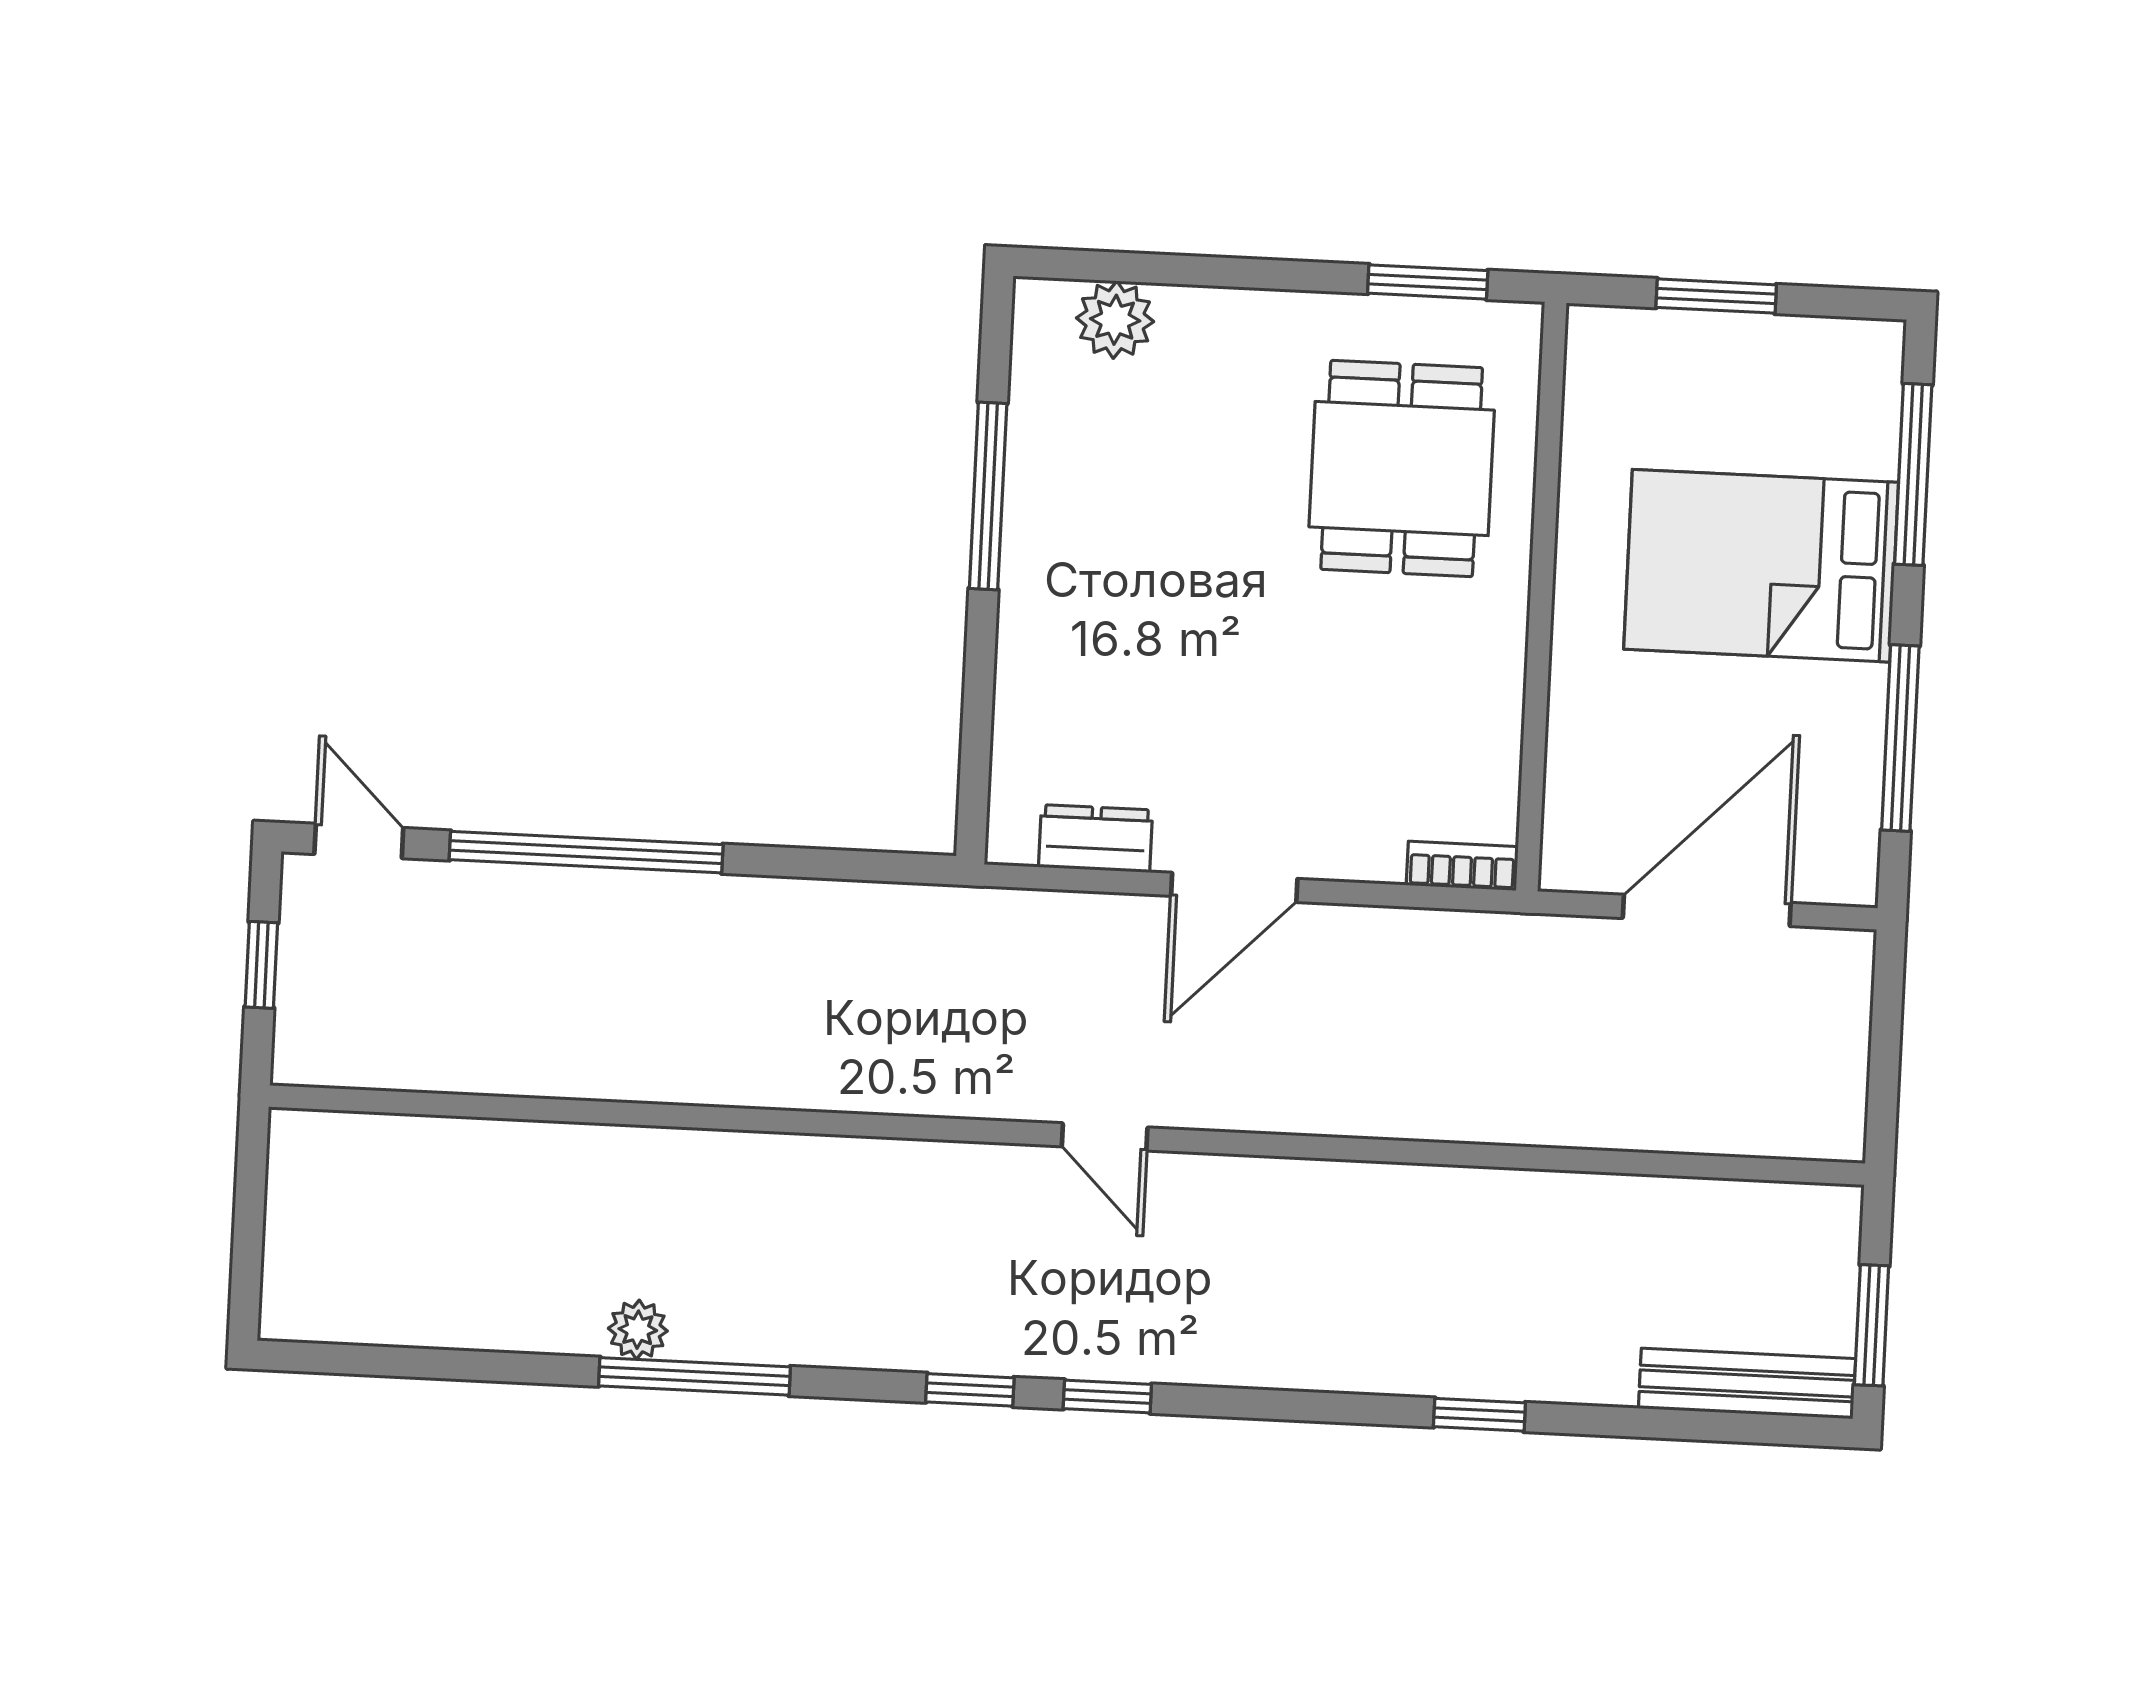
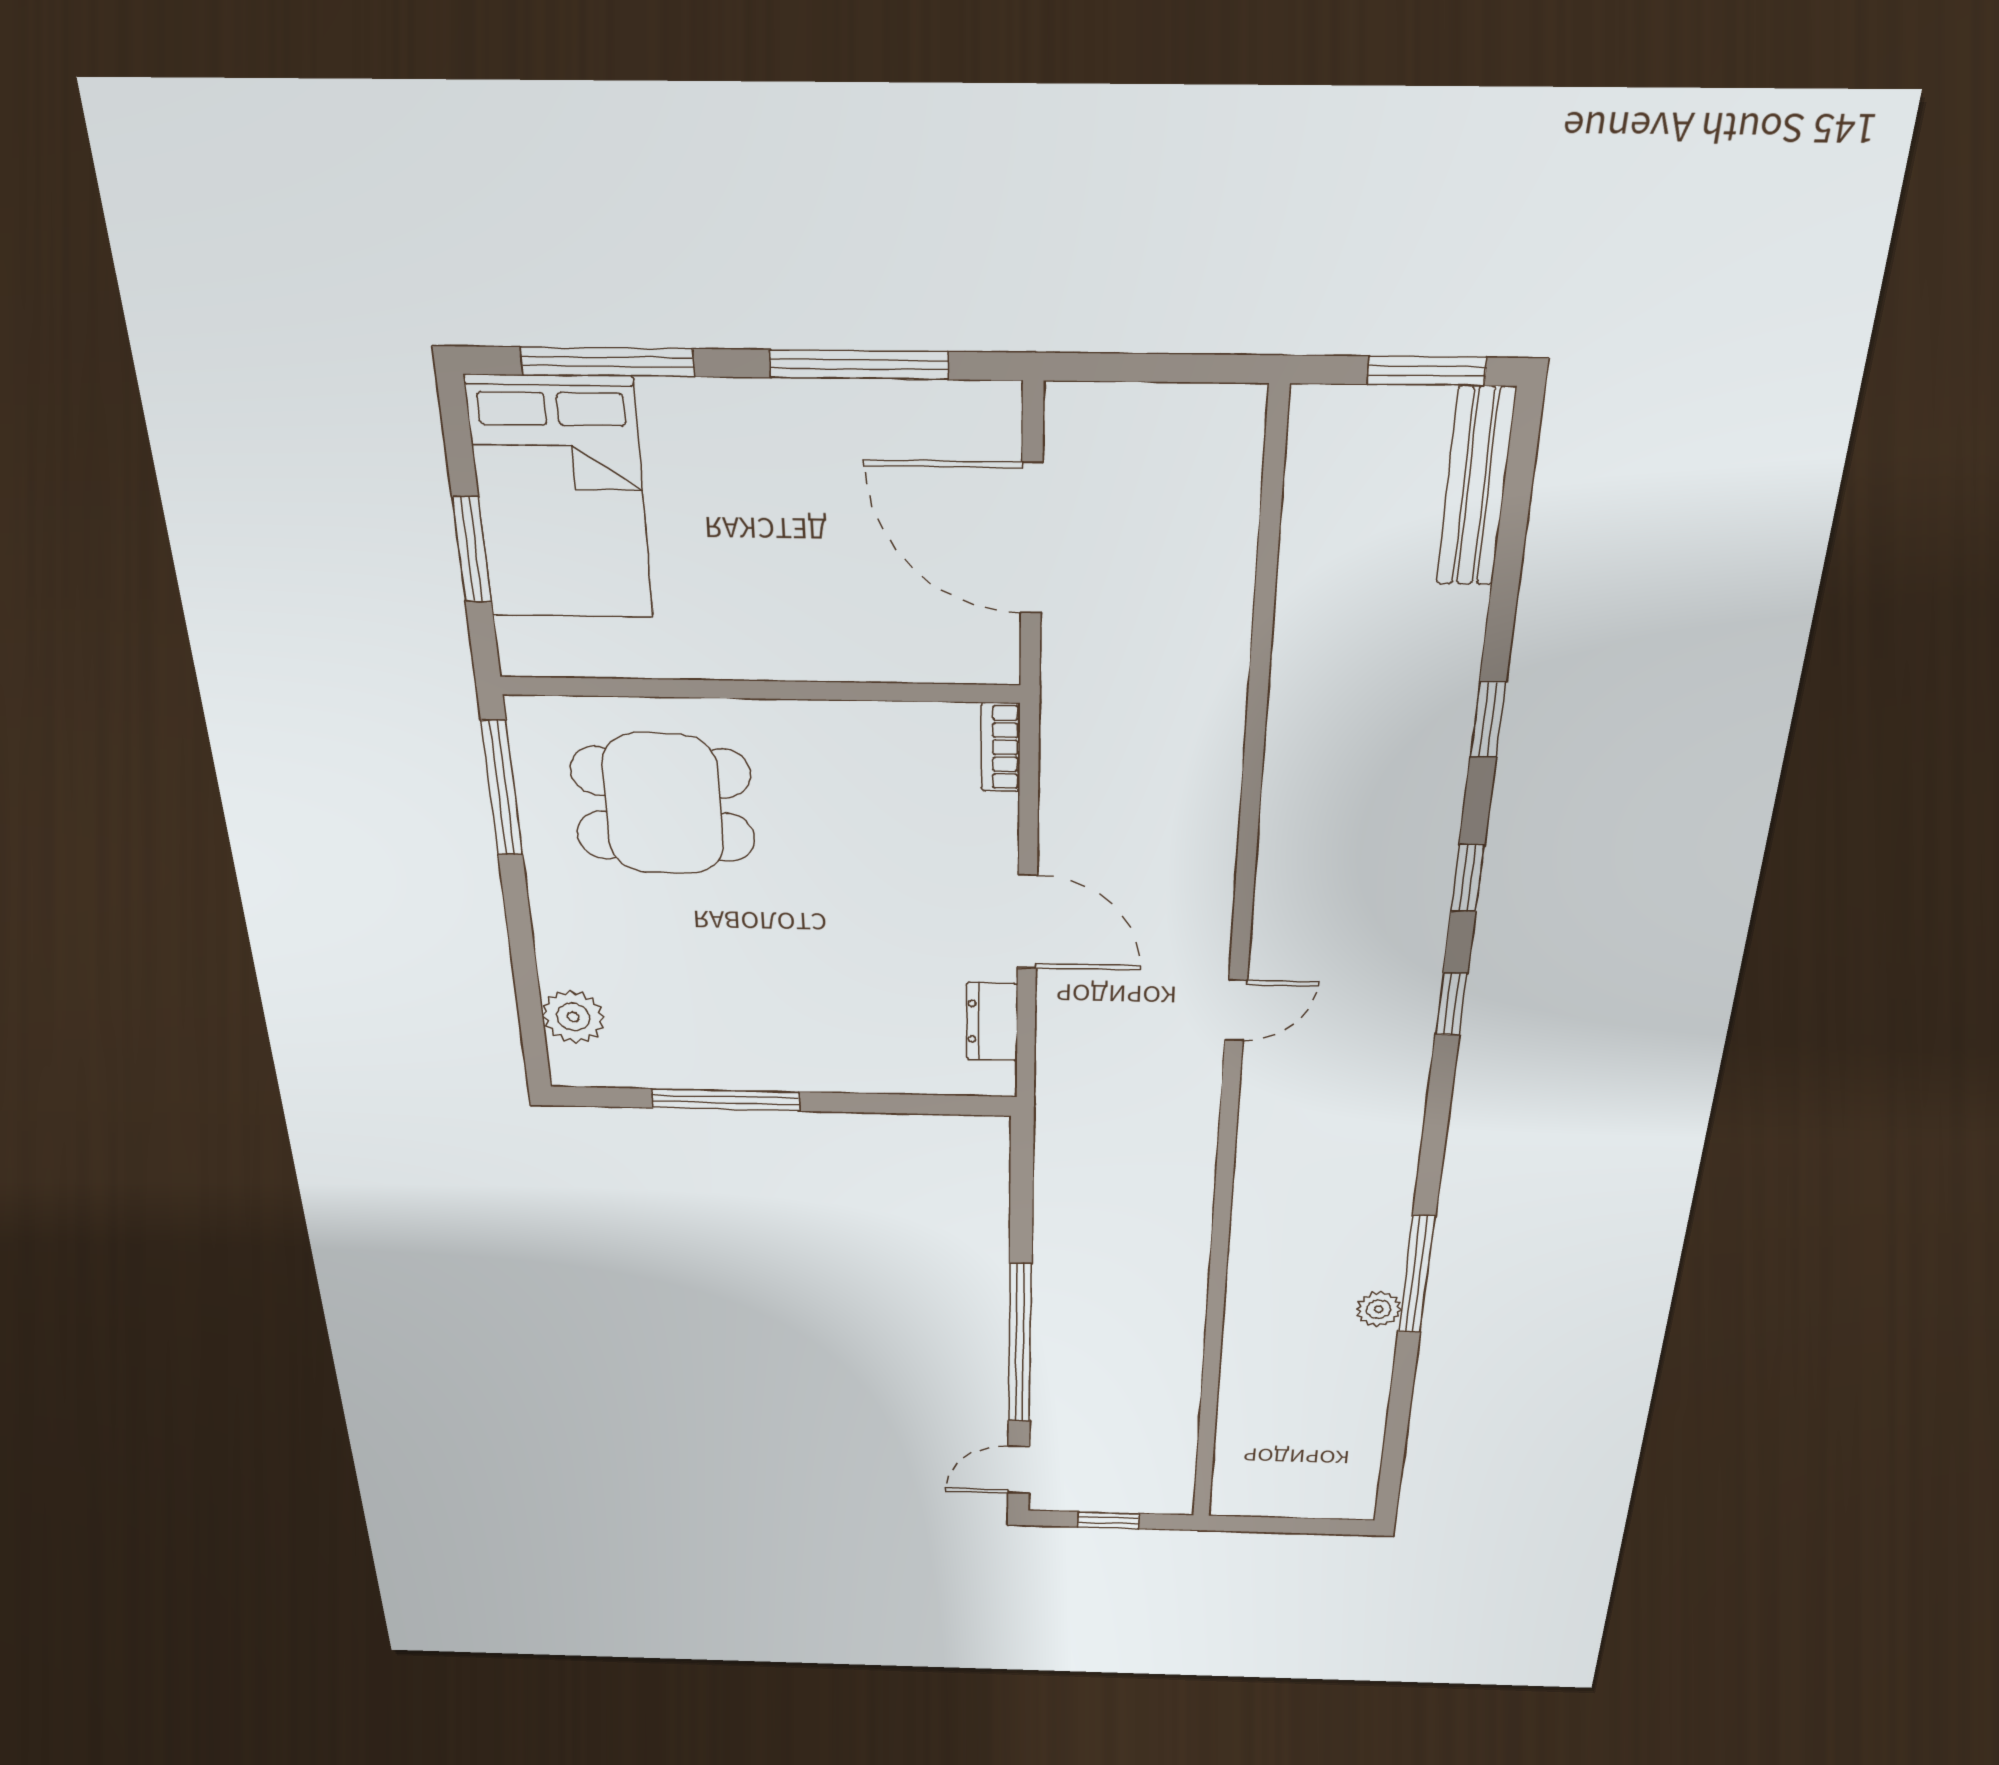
window: (1428, 282) -> (502, 788), width x1.44
bed: (1761, 566) -> (561, 499), moved
window: (970, 1390) -> (1468, 878), moved

